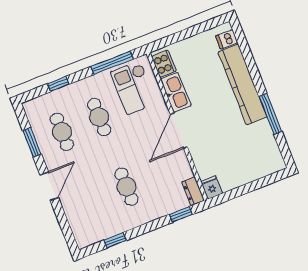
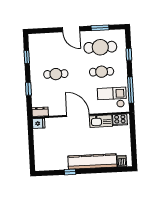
window: (270, 114) -> (70, 172), width x0.46
cafe table: (62, 132) -> (100, 47), width x1.37, depth x1.35
window: (181, 214) -> (28, 89), moved

